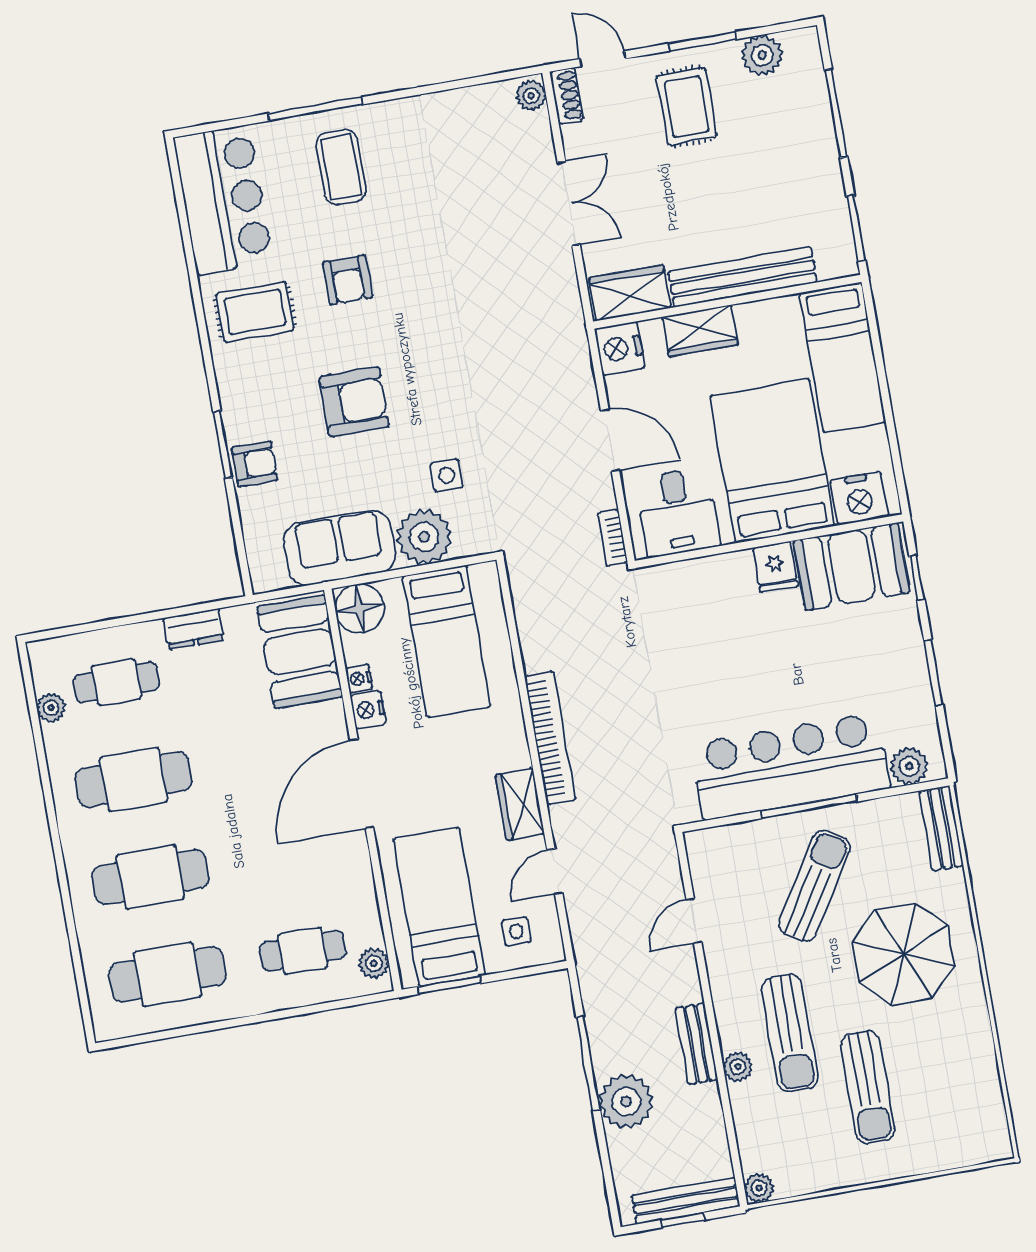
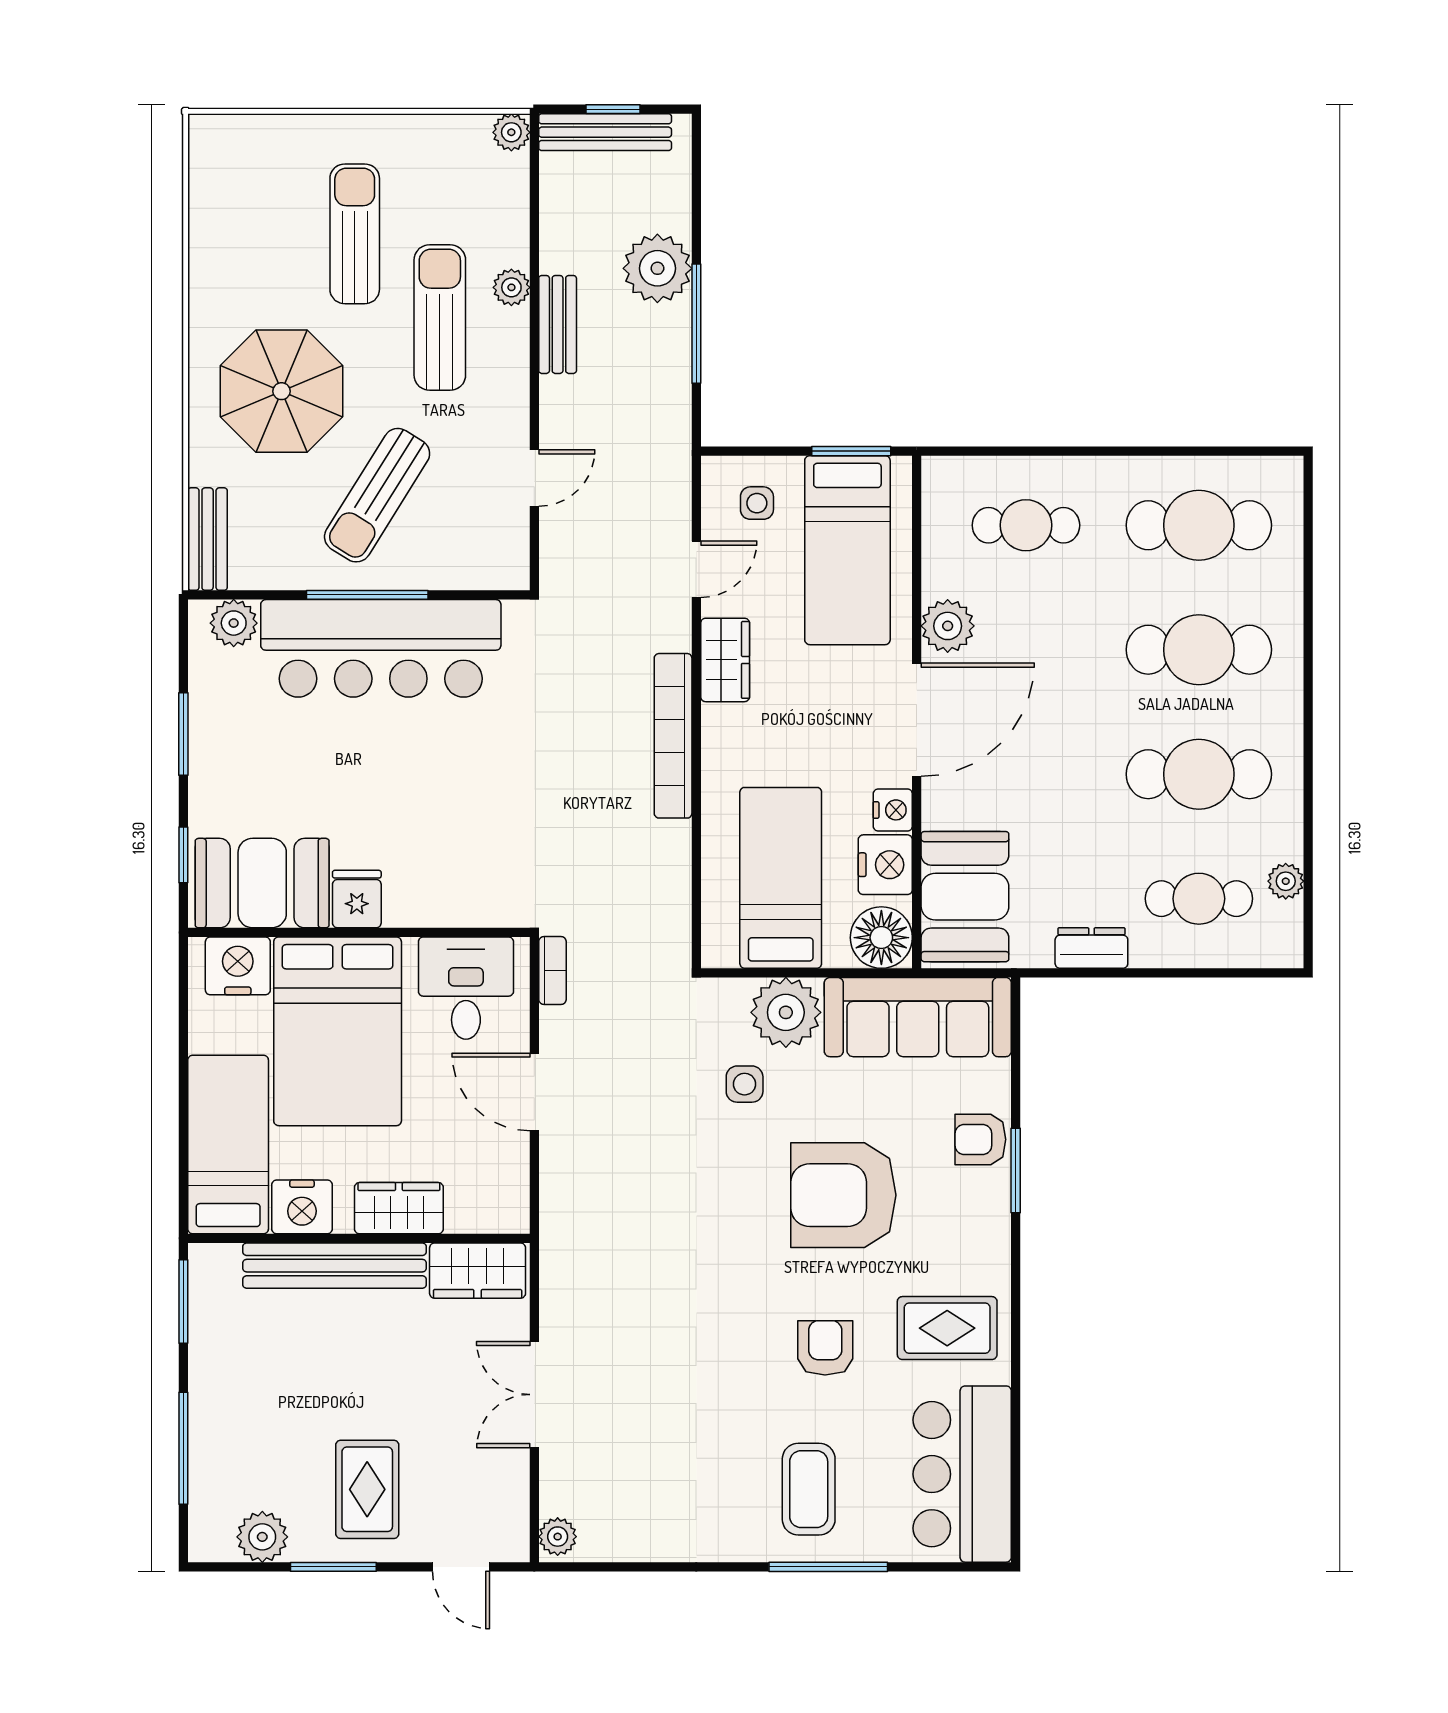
shoe rack: (567, 96) -> (514, 1529), removed
nightstand: (619, 349) -> (302, 1207), moved, turned 90
armchair: (354, 402) -> (843, 1195), width x1.36, depth x1.36
sofa: (340, 548) -> (918, 1017), width x1.36
nightstand: (359, 679) -> (885, 865), width x1.89, depth x1.79
plant: (374, 963) -> (948, 626), moved, width x1.38, depth x1.38

